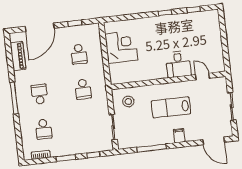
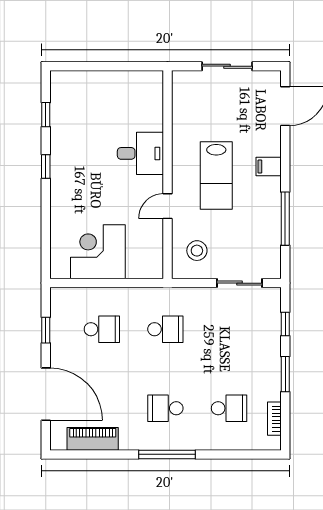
door: (202, 76) -> (167, 206), moved

